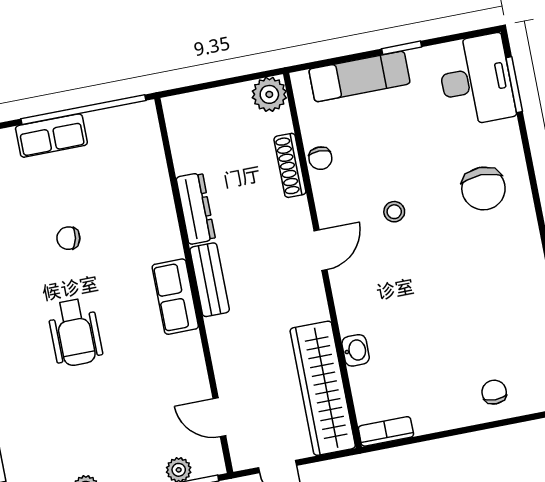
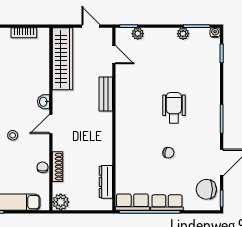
dresser: (196, 208) -> (106, 182), moved
bench: (210, 280) -> (106, 94), moved
row of seats: (175, 297) -> (132, 202), moved, turned -90
washbasin: (356, 350) -> (44, 102), moved
bookcase: (386, 431) -> (24, 33), moved

